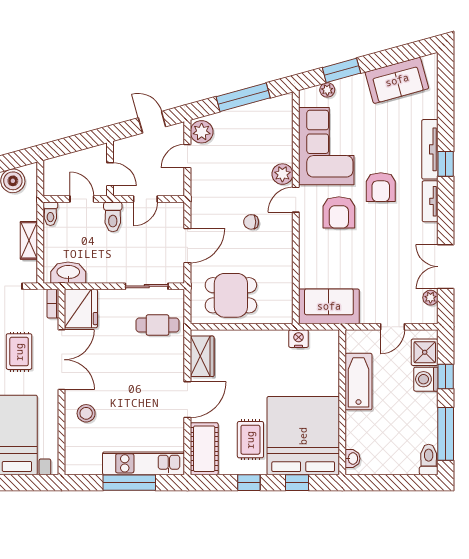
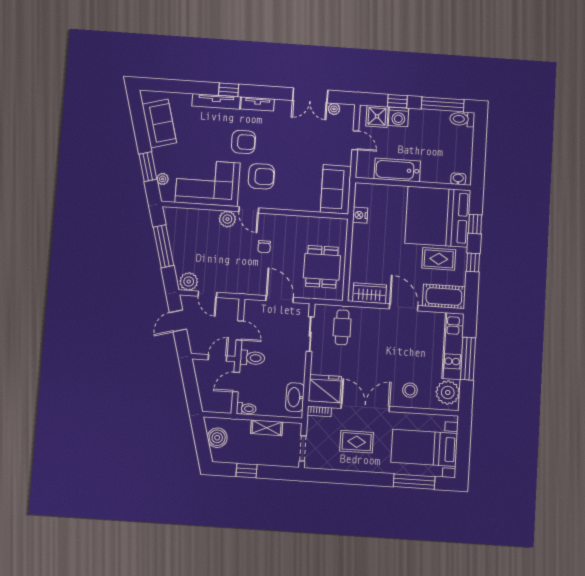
plant: (86, 460) -> (448, 392), added

